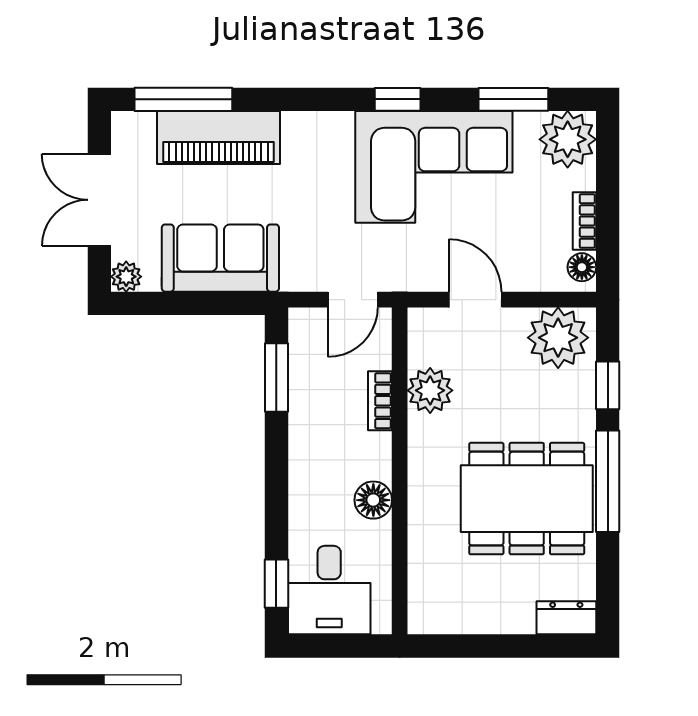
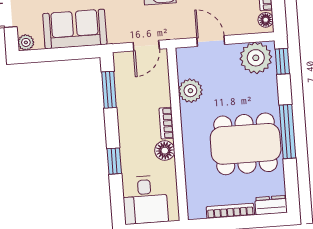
window: (608, 385) -> (282, 61), moved
bookcase: (380, 401) -> (166, 123), moved
window: (276, 584) -> (114, 161), moved
bookcase: (489, 623) -> (230, 211), added

